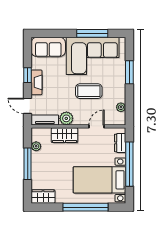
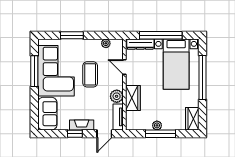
dresser: (120, 143) -> (140, 44), width x1.44
plant: (36, 146) -> (157, 125), moved

